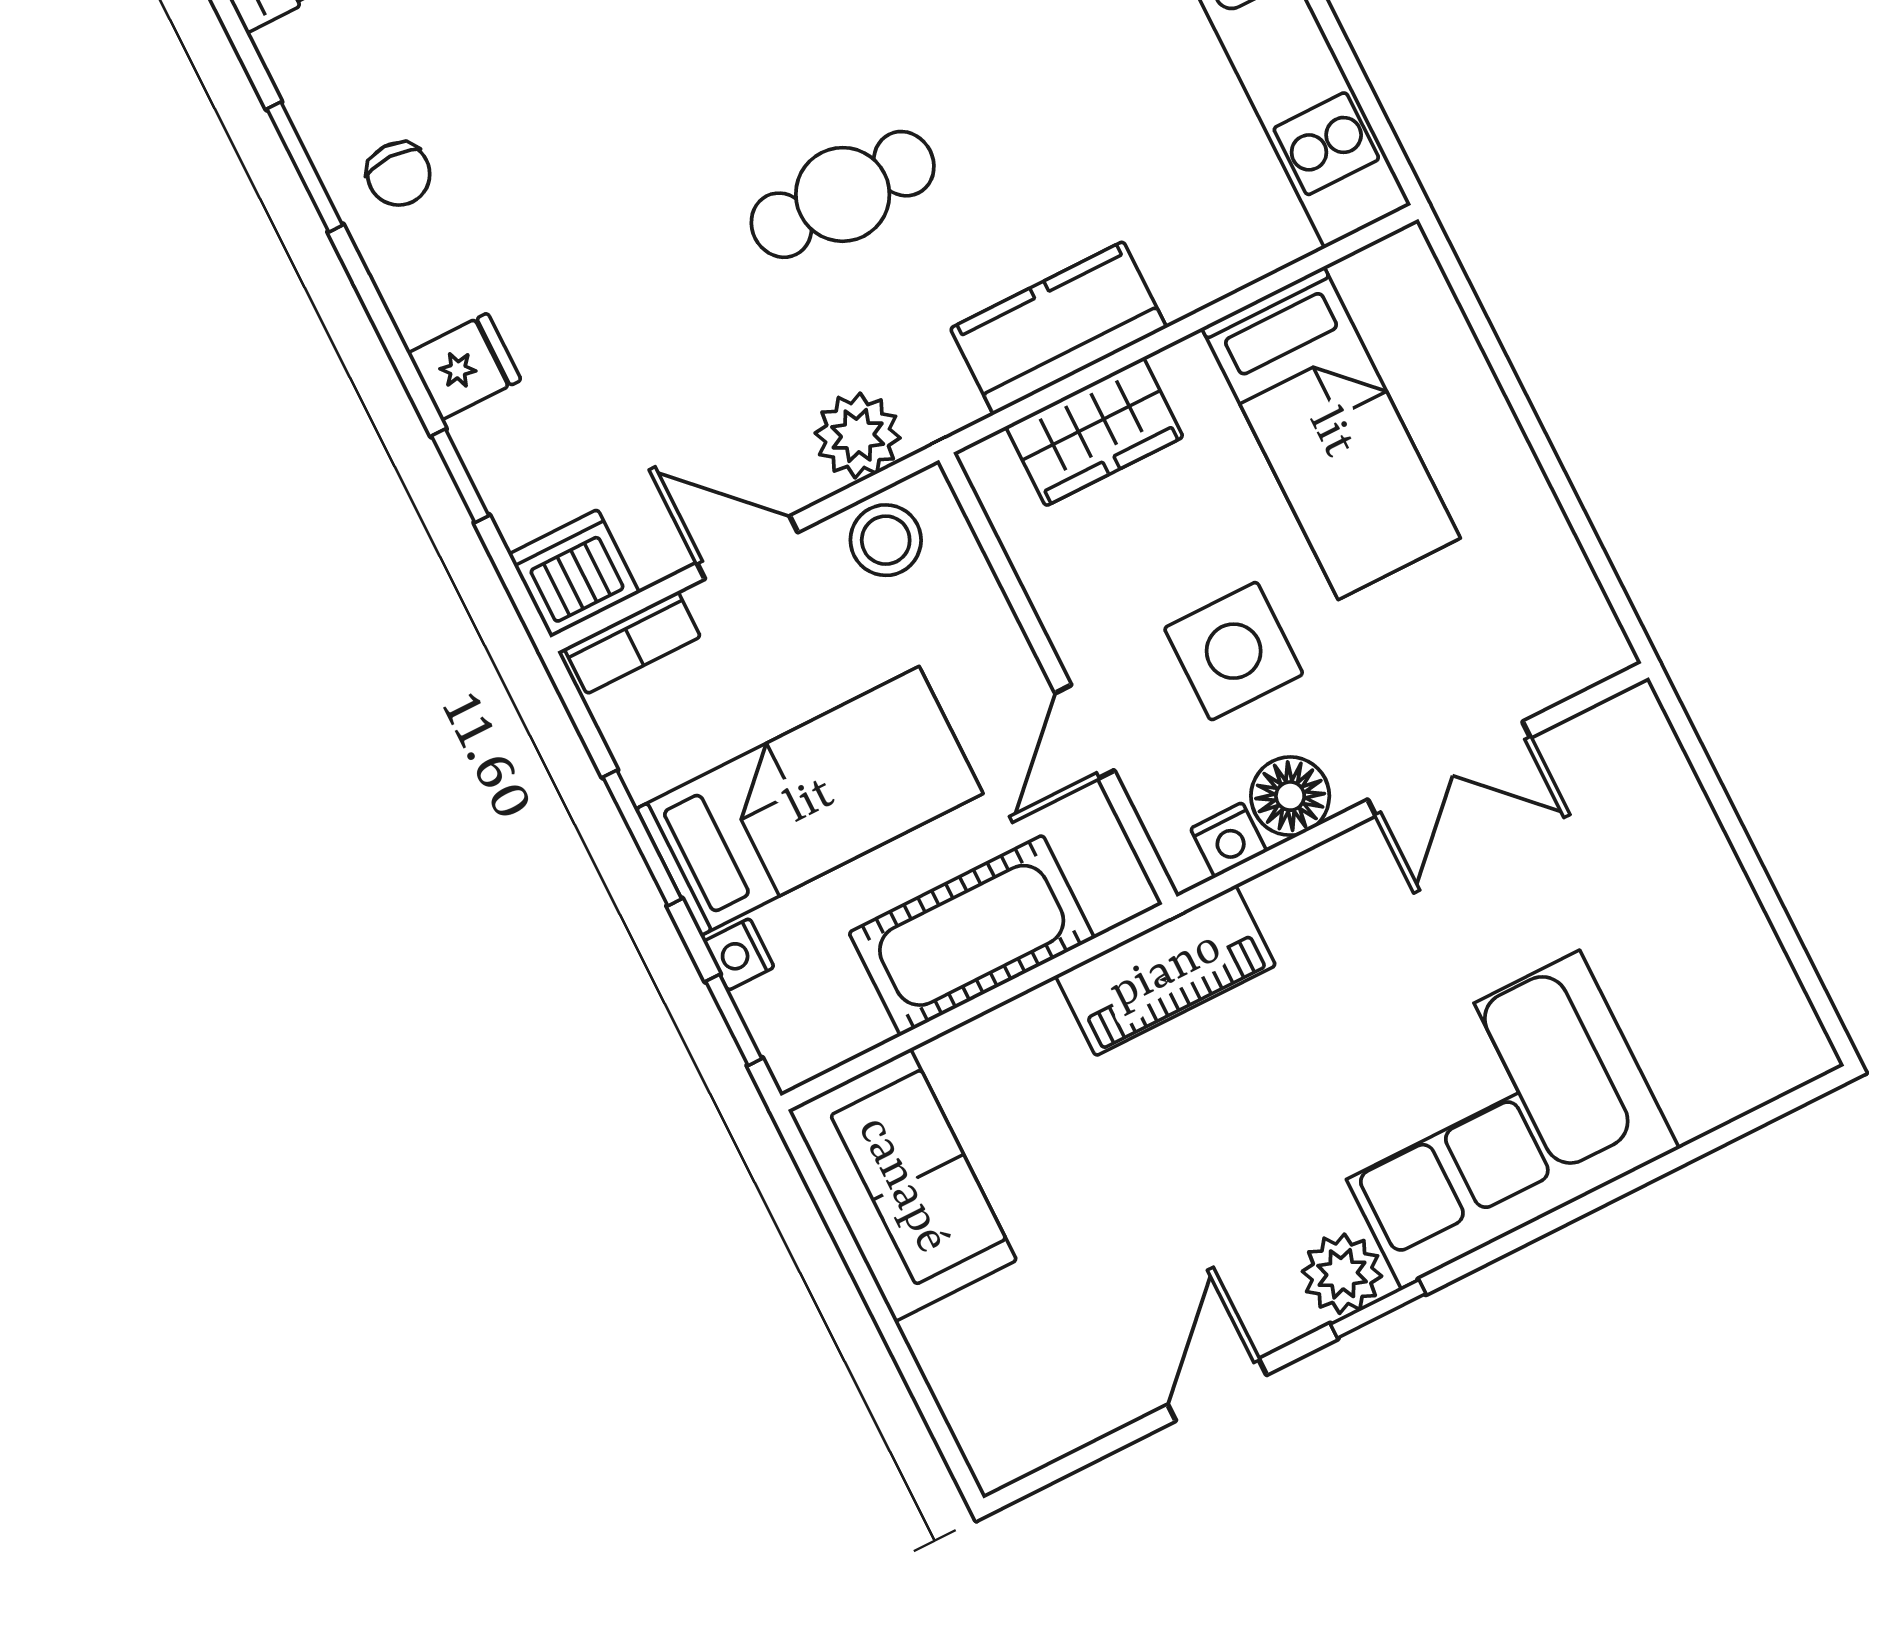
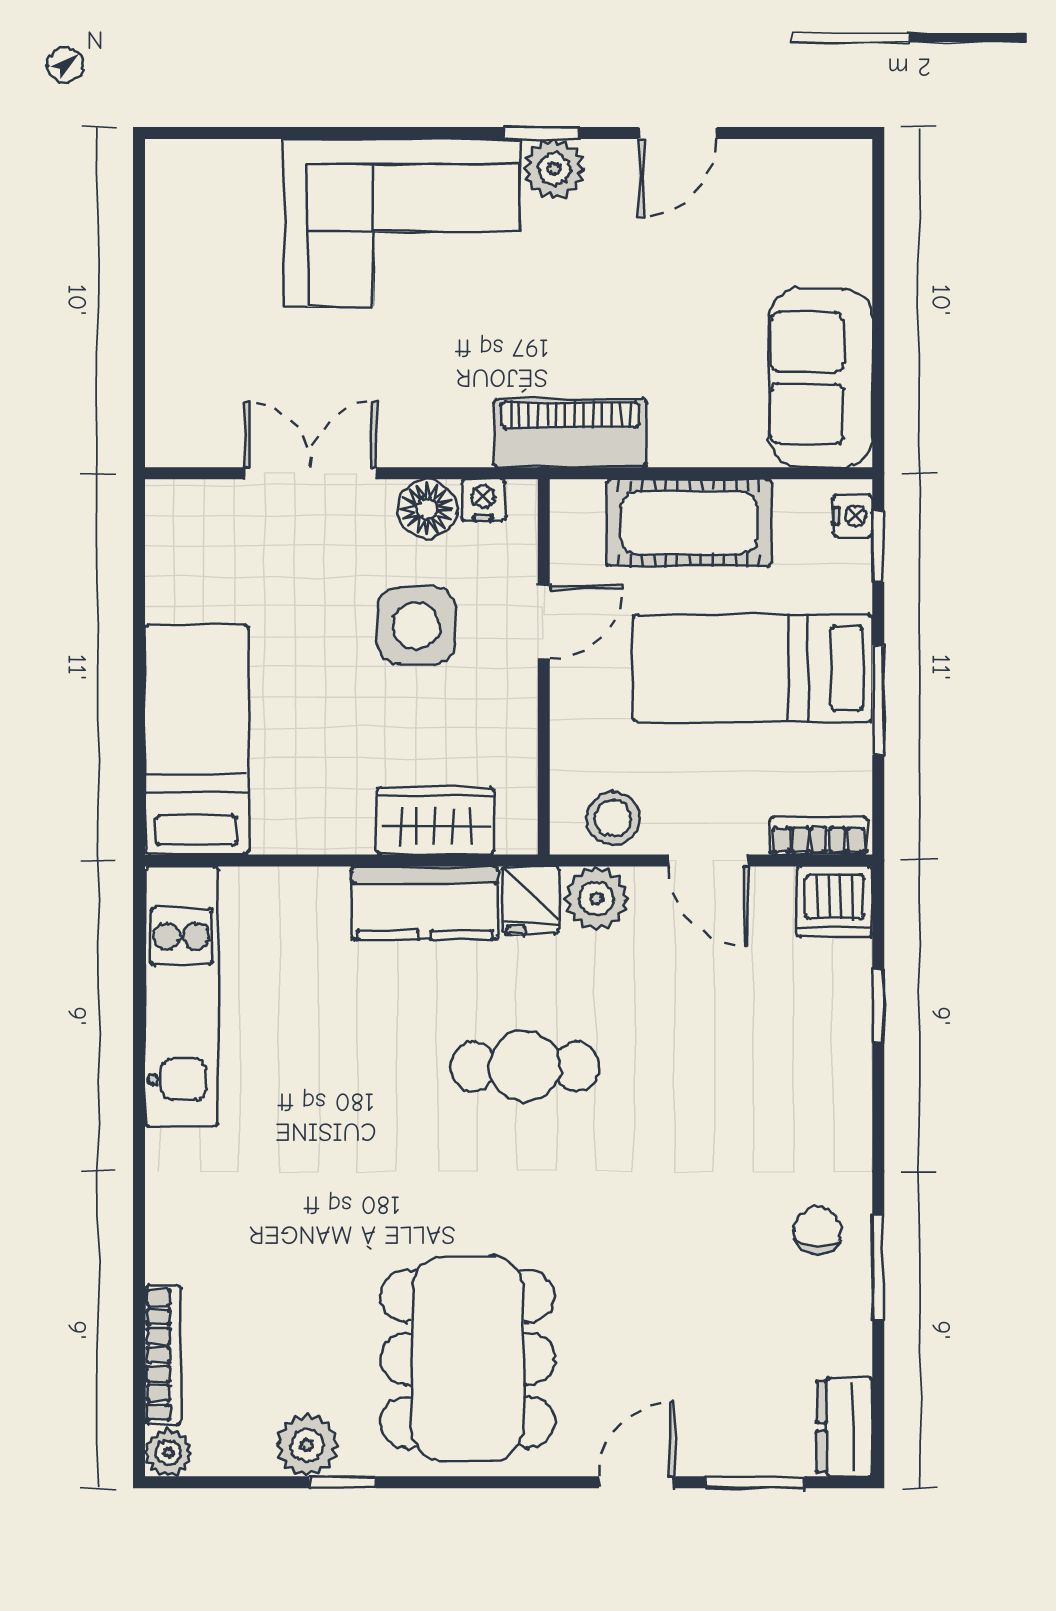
fridge: (464, 367) -> (531, 900), moved, turned -90
bed: (1331, 433) -> (197, 740), moved
nightstand: (739, 954) -> (853, 516), moved

